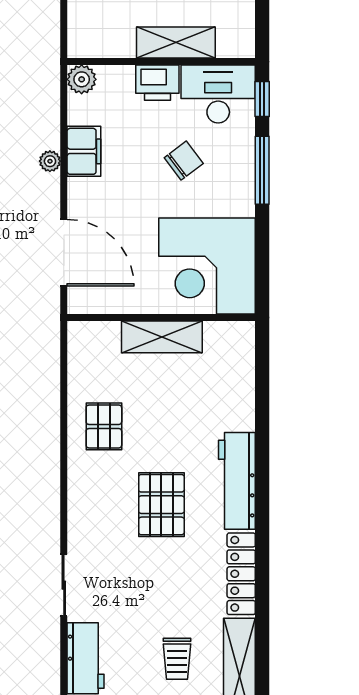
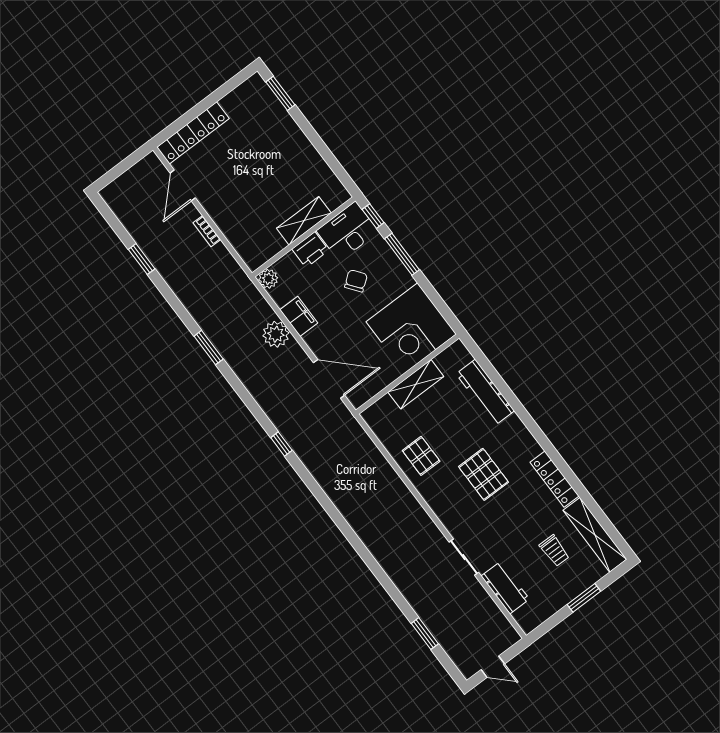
plant: (50, 161) -> (276, 334), width x1.88, depth x1.88
workbench: (237, 481) -> (485, 392), moved

